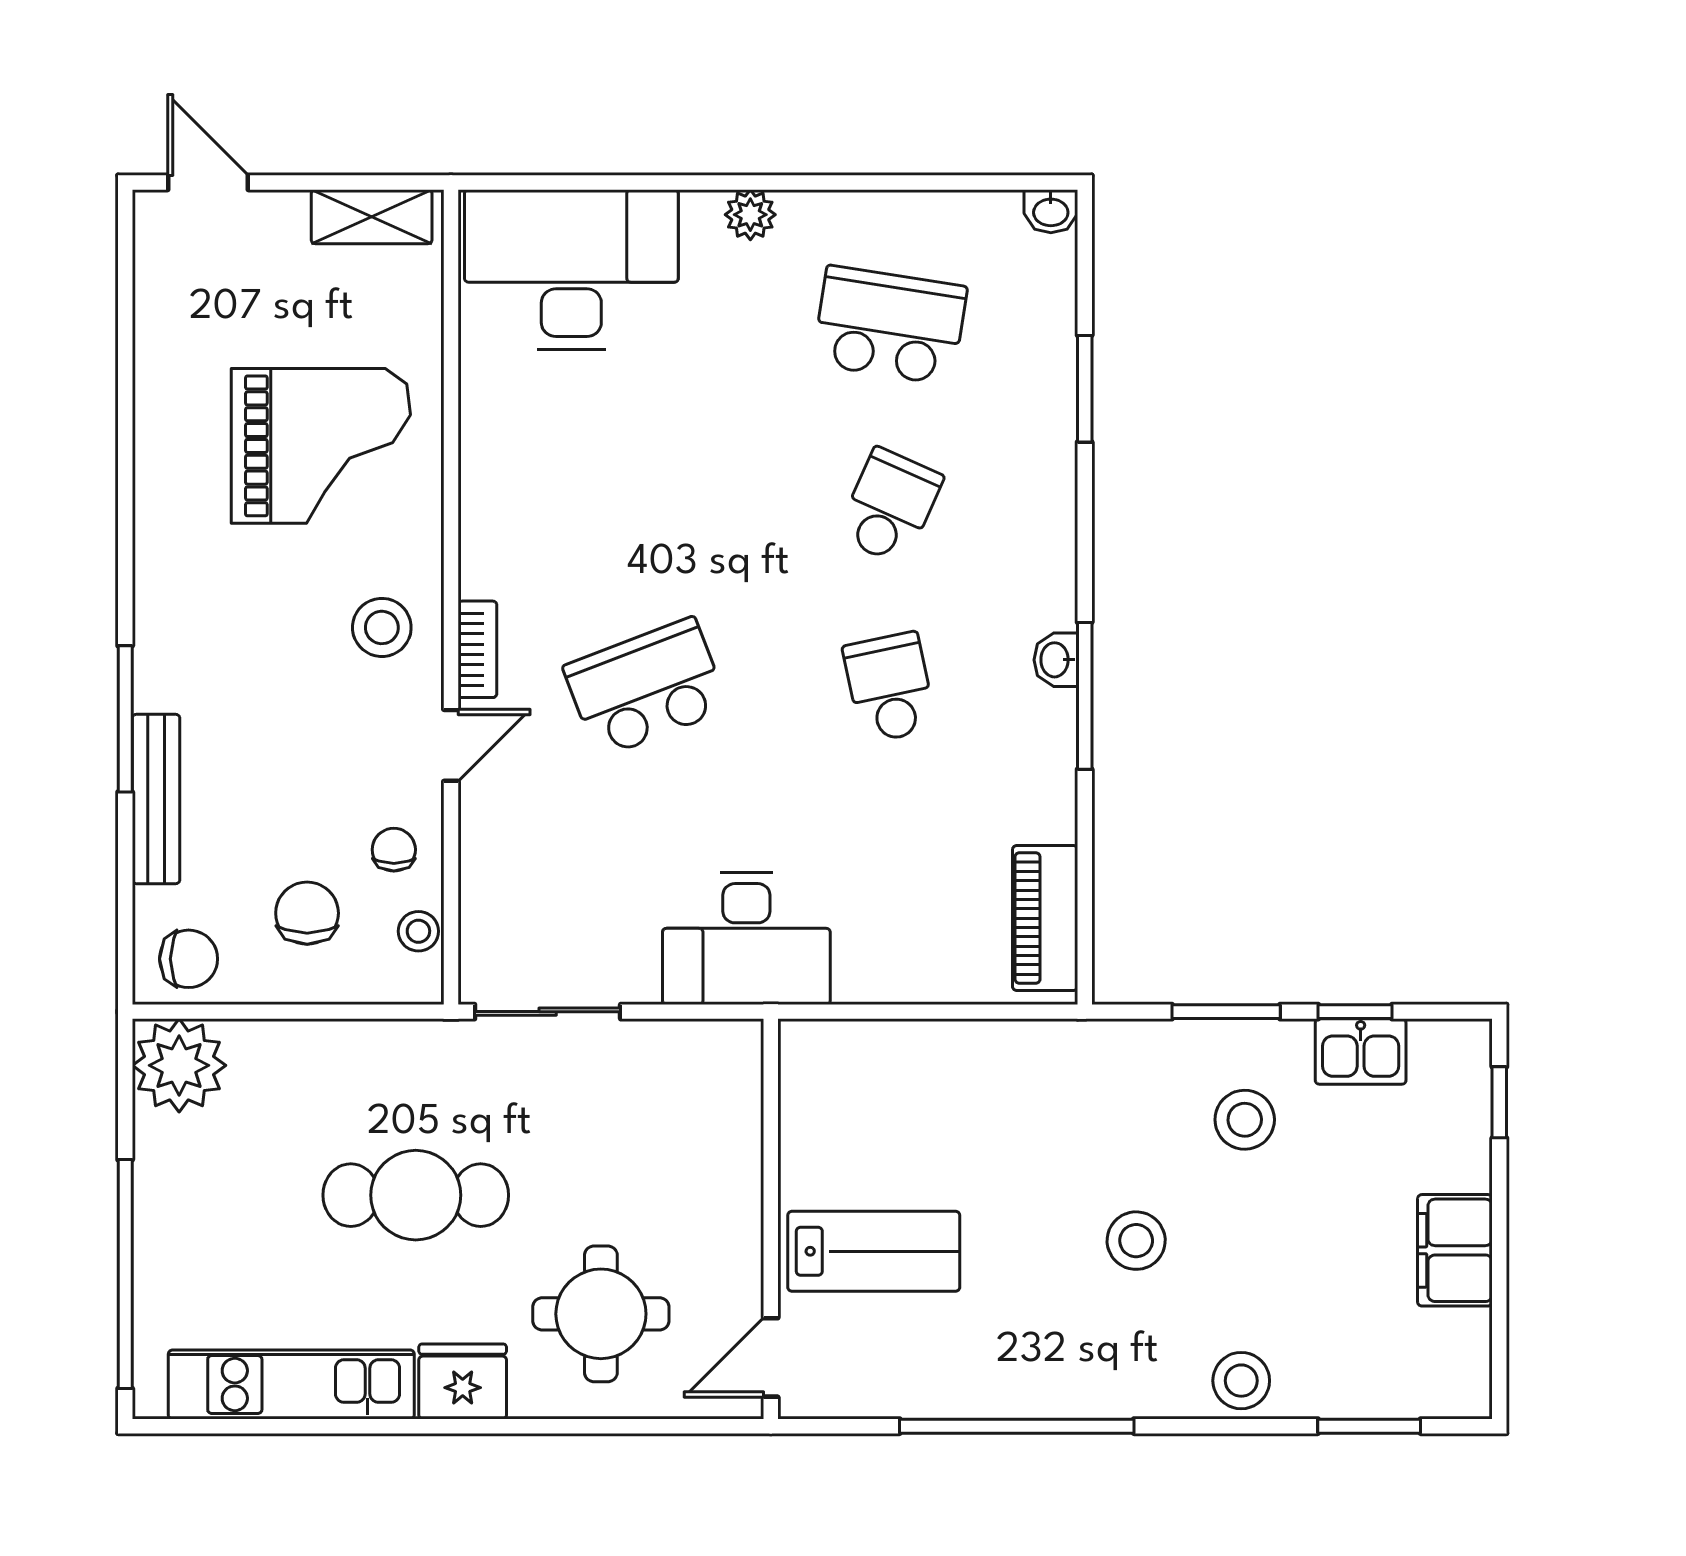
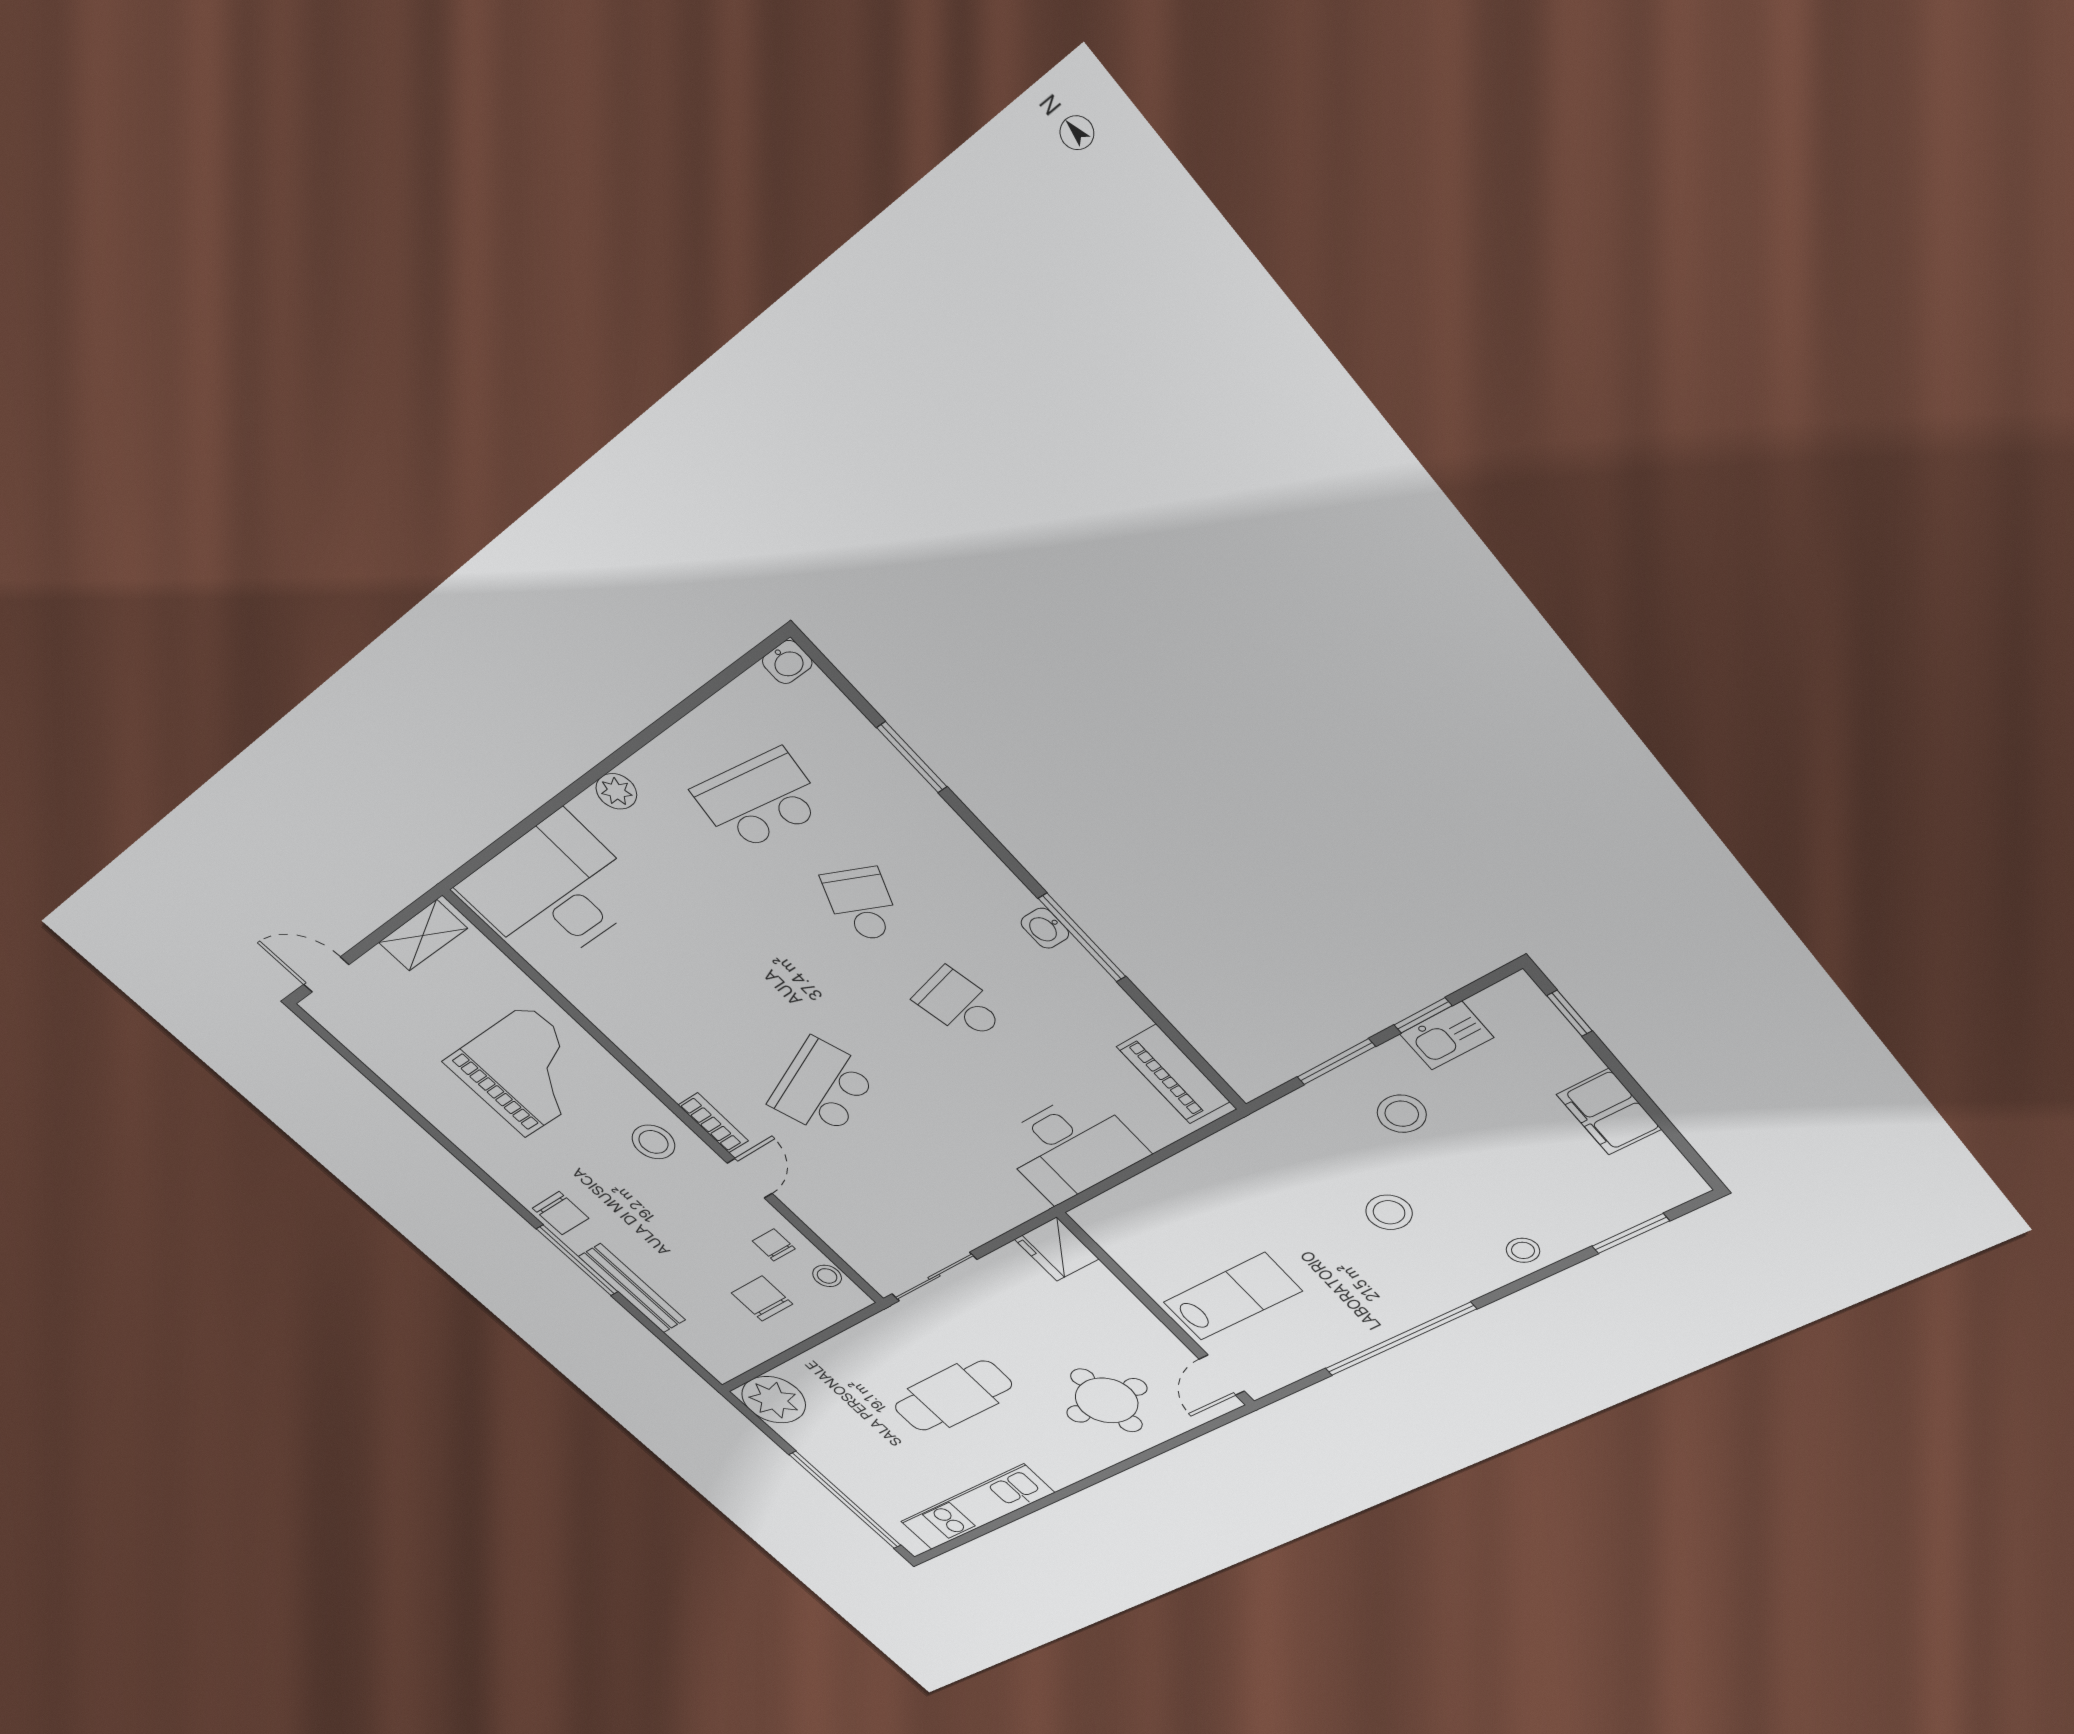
desk: (746, 939) -> (1070, 1148), moved
chair: (189, 959) -> (561, 1213), moved, turned 90
fridge: (463, 1381) -> (1057, 1249), moved, turned -90
stool: (1241, 1381) -> (1523, 1250), width x0.73, depth x0.73

